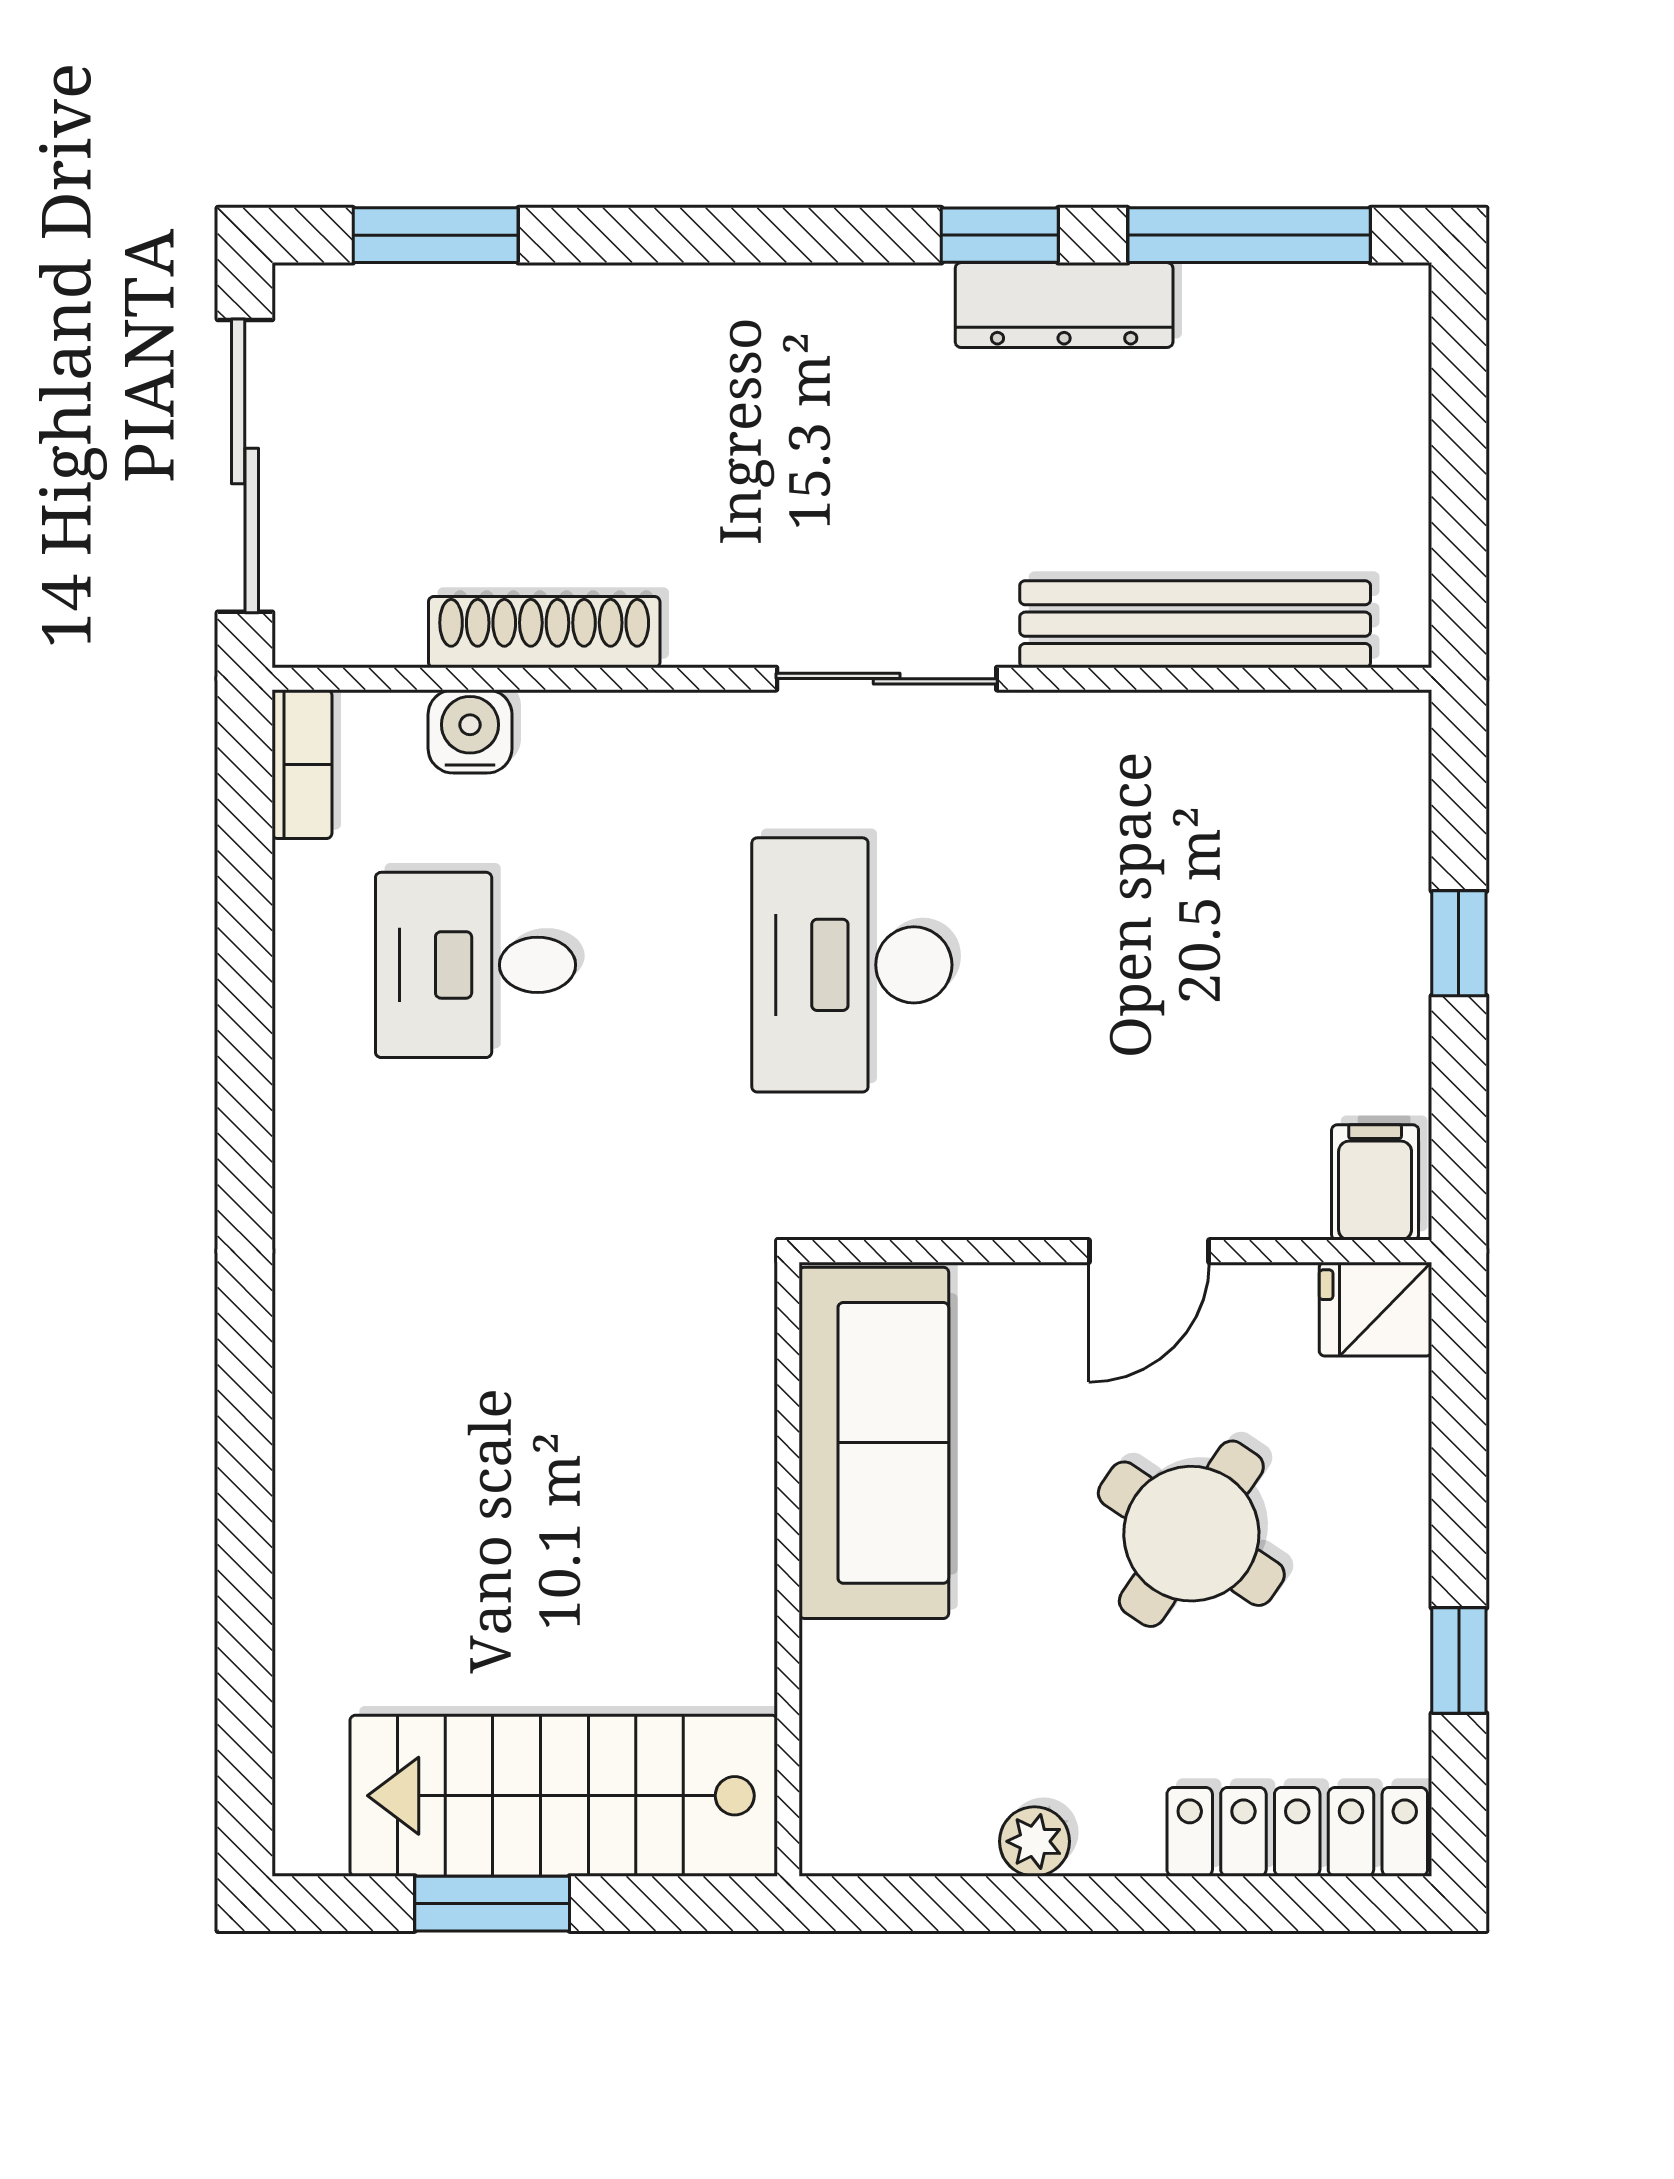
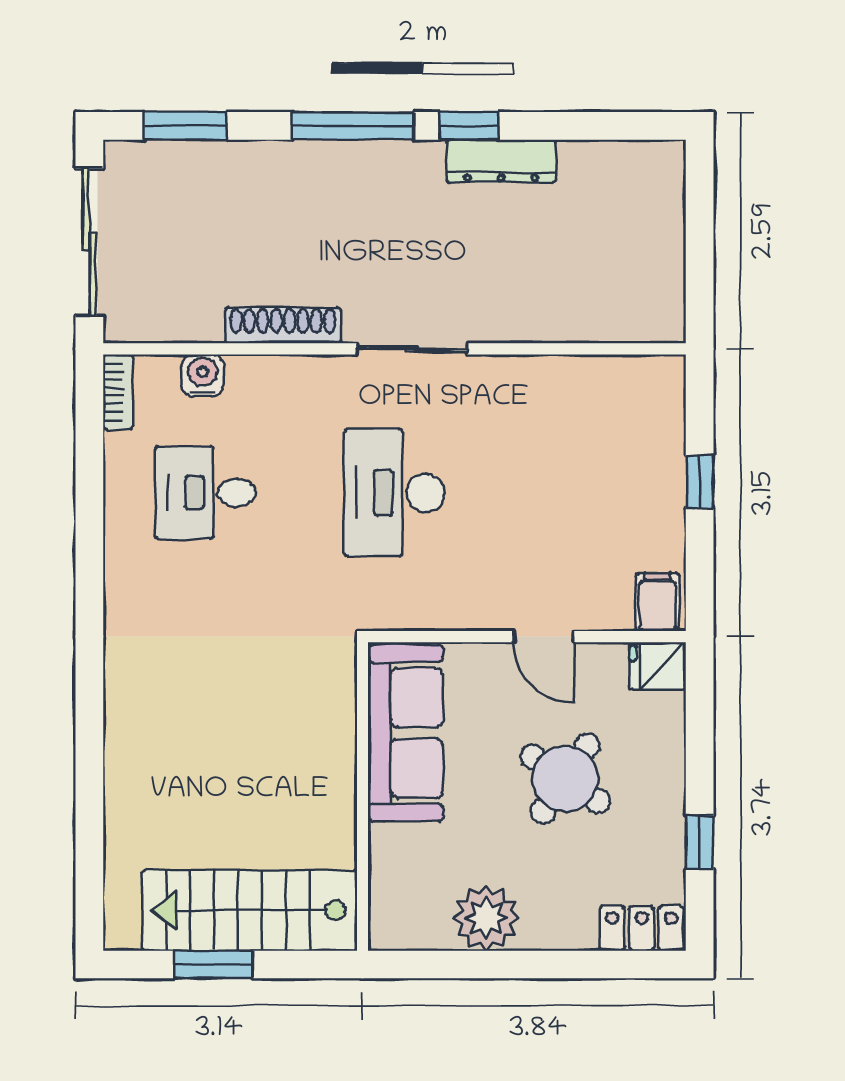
window: (1249, 235) -> (353, 126), moved
bench: (1195, 624) -> (567, 321), removed
shoe rack: (544, 632) -> (283, 325), moved
door: (1149, 1251) -> (544, 637), hinge flipped
locker: (1297, 1832) -> (642, 928), width x0.66
plant: (1034, 1841) -> (486, 918), width x1.88, depth x1.88

